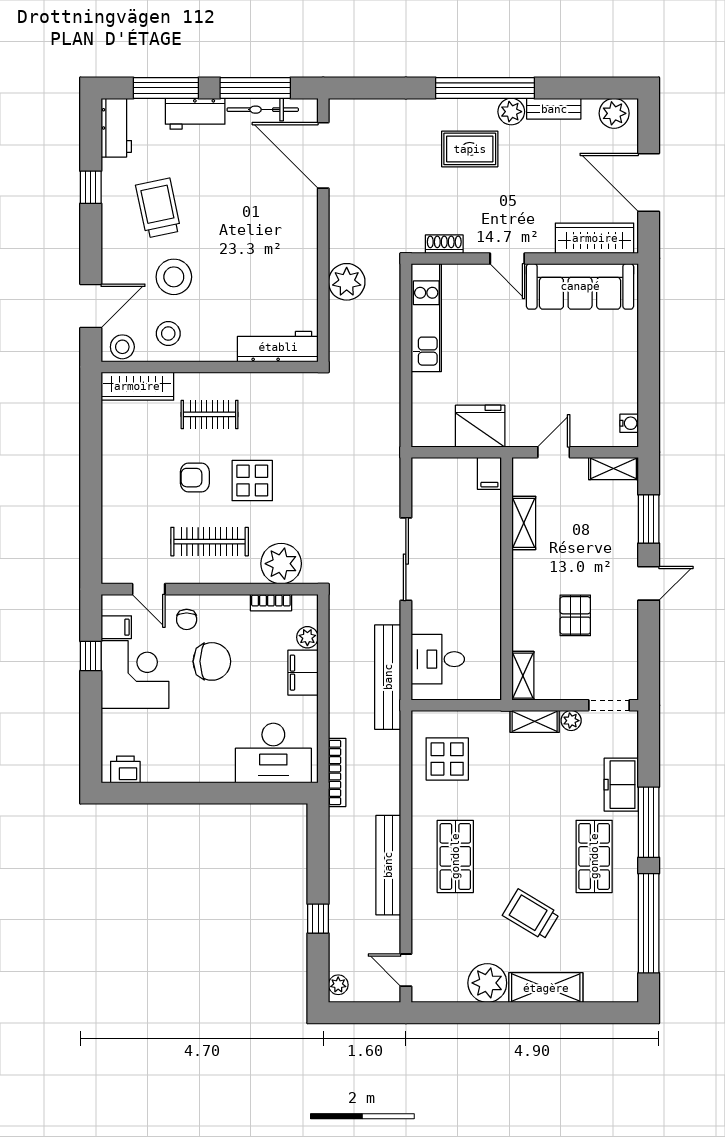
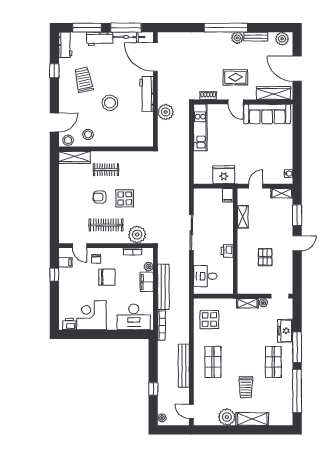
rug: (470, 149) -> (235, 77), moved
stool: (174, 277) -> (110, 103), moved
workbench: (278, 347) -> (147, 94), moved, turned -90
printer: (488, 601) -> (227, 251), added
corner desk: (135, 675) -> (91, 315), moved, turned -90
shelving: (523, 676) -> (242, 283), removed
bench: (388, 677) -> (163, 287), moved
trolley: (531, 914) -> (246, 387), turned -121

